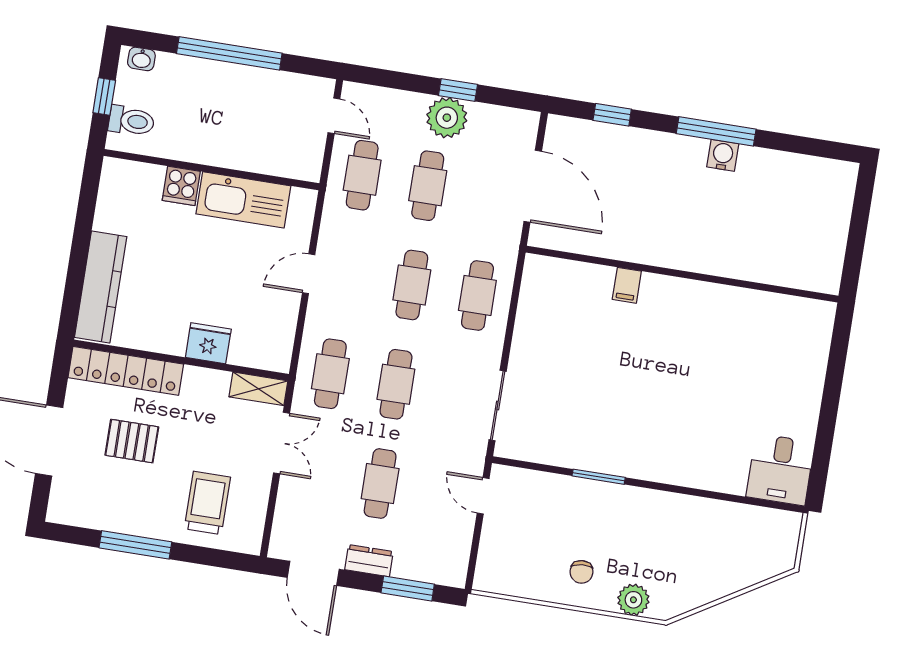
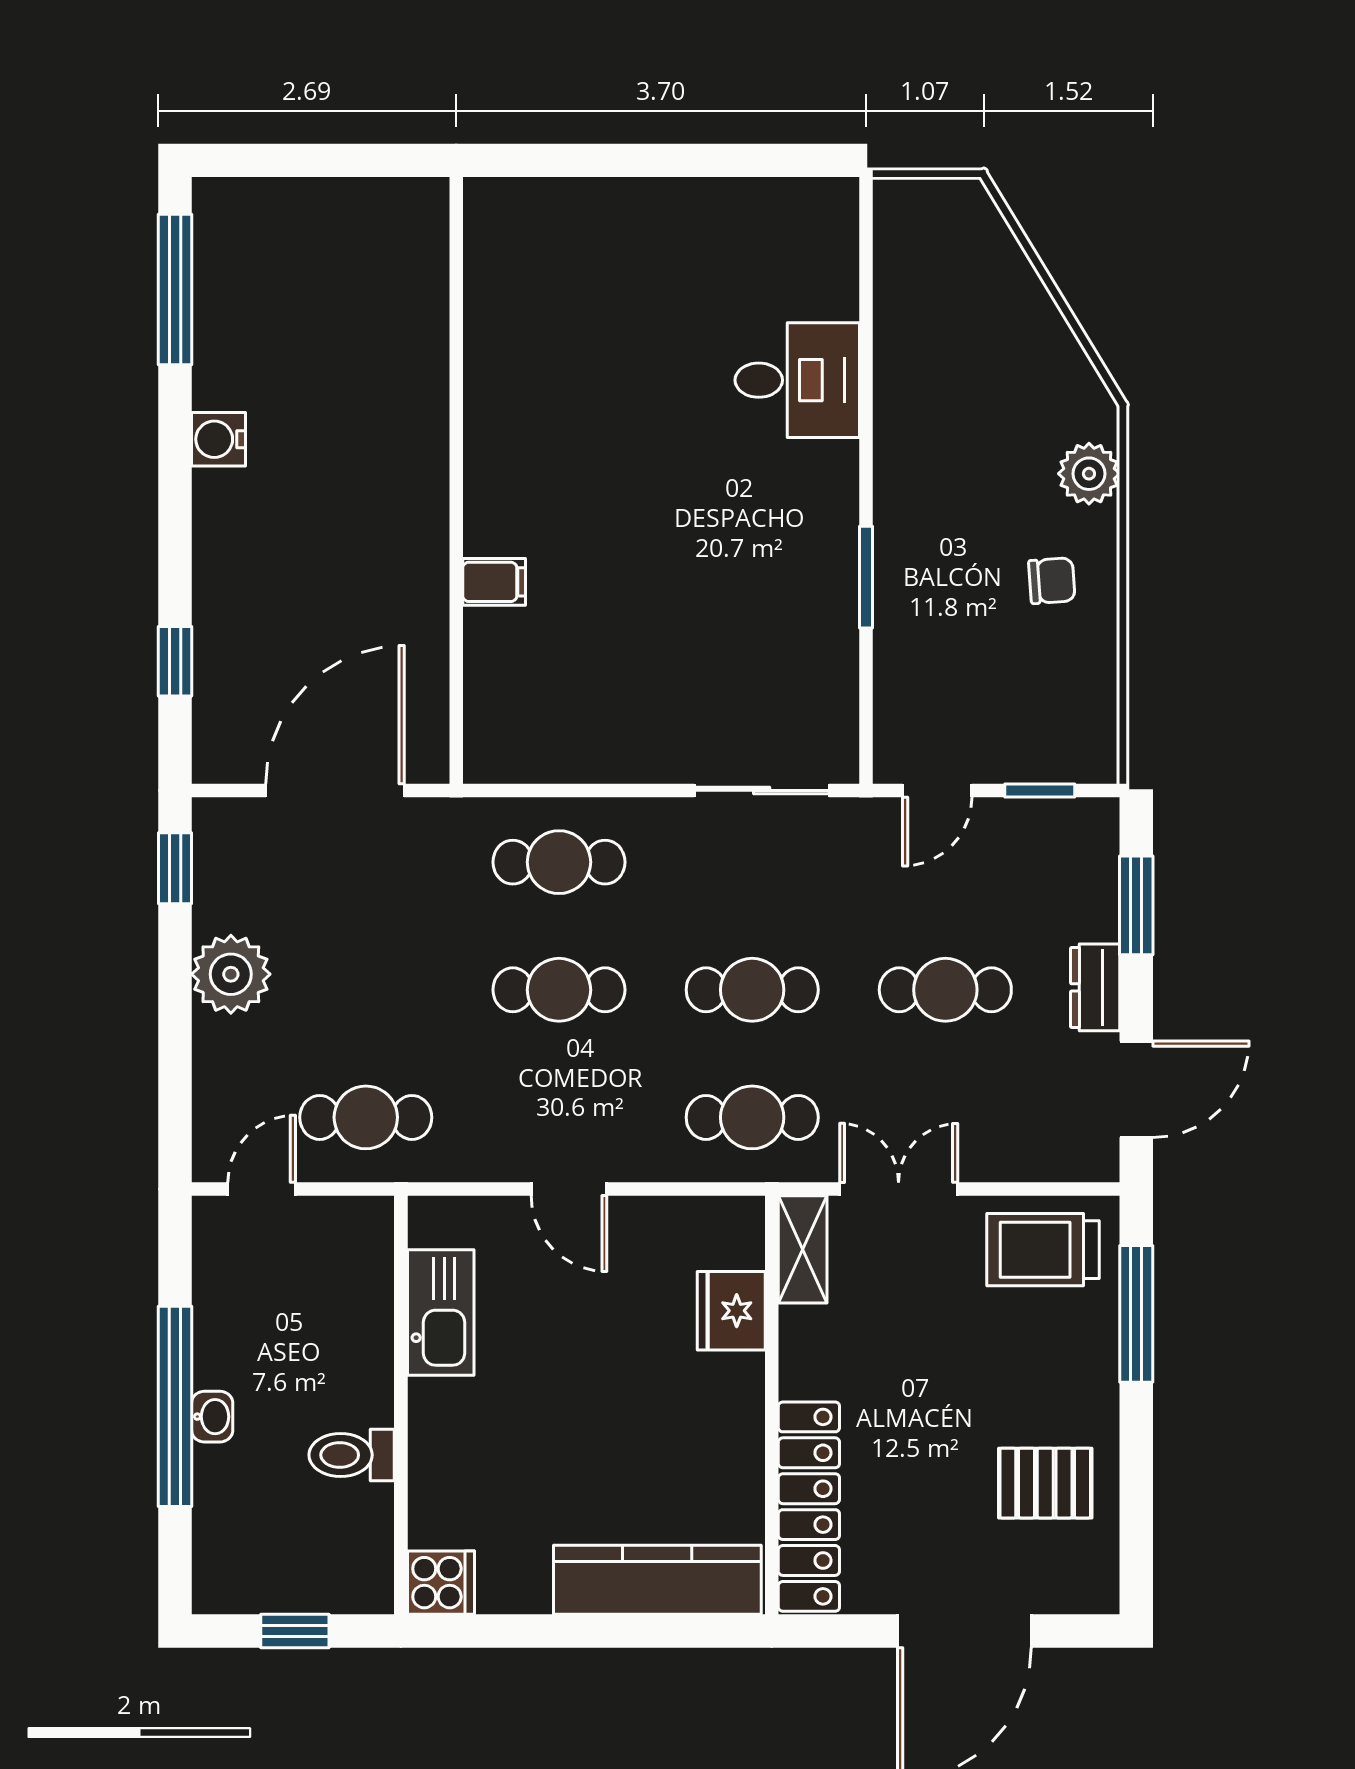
washbasin: (141, 59) -> (212, 1417), moved
window: (458, 90) -> (175, 868), moved
toilet: (131, 121) -> (352, 1455), moved, turned -90
window: (716, 131) -> (175, 290), moved
cooker: (181, 186) -> (441, 1583), moved
cafe table: (428, 186) -> (366, 990), removed
kitchen sink: (243, 200) -> (441, 1313), width x0.73, depth x0.81
fridge: (208, 343) -> (731, 1311), moved
pallet: (132, 441) -> (1045, 1483), moved, turned 90
desk: (780, 470) -> (797, 380), moved
trolley: (207, 503) -> (1043, 1250), moved
window: (135, 545) -> (1136, 1314), moved
window: (475, 548) -> (1040, 790), added

